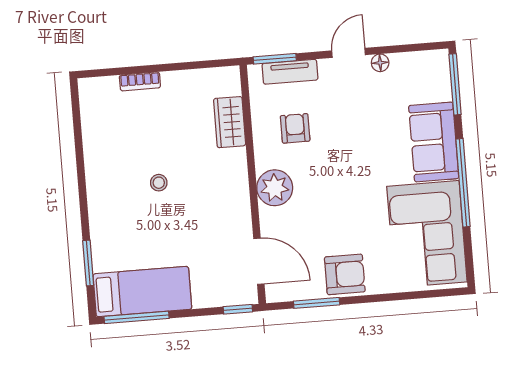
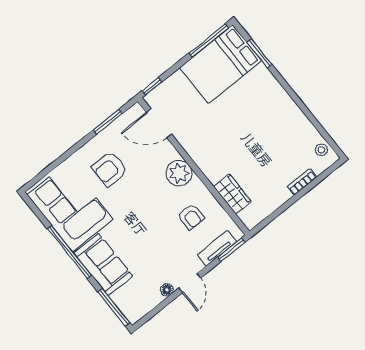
stool: (159, 183) -> (321, 150), moved
armchair: (345, 274) -> (110, 169), moved
bed: (142, 292) -> (221, 64), width x1.50

